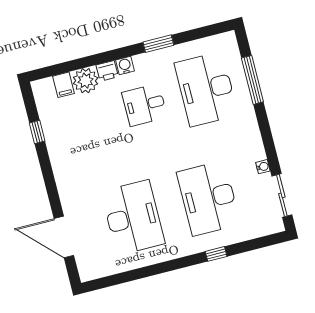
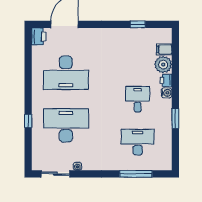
desk: (206, 89) -> (138, 142), width x0.73, depth x0.77
printer: (91, 270) -> (39, 36), added

